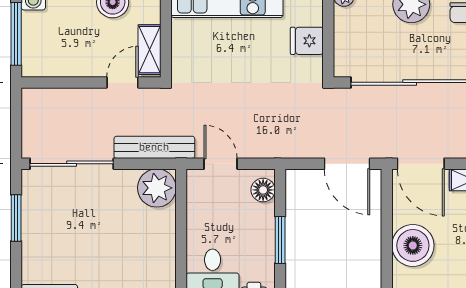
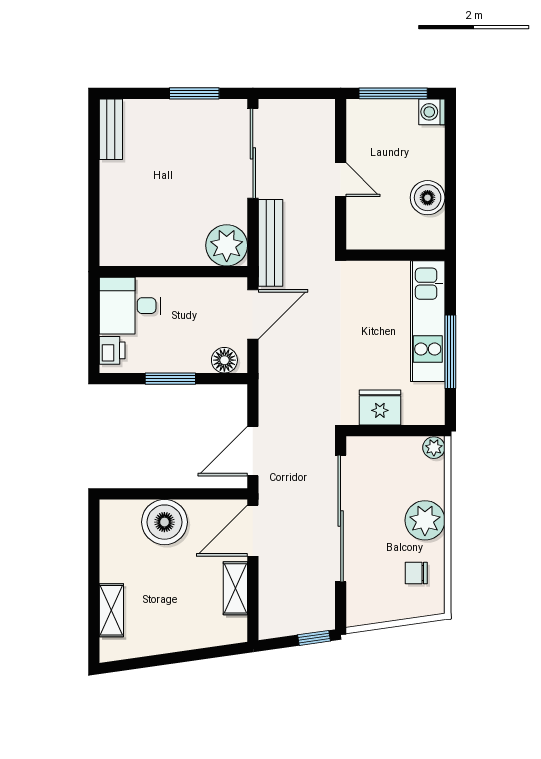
fridge: (307, 41) -> (380, 408), width x1.38
shelving: (150, 50) -> (376, 238), removed
door: (122, 82) -> (341, 180), moved
door: (221, 164) -> (253, 314), width x1.38

